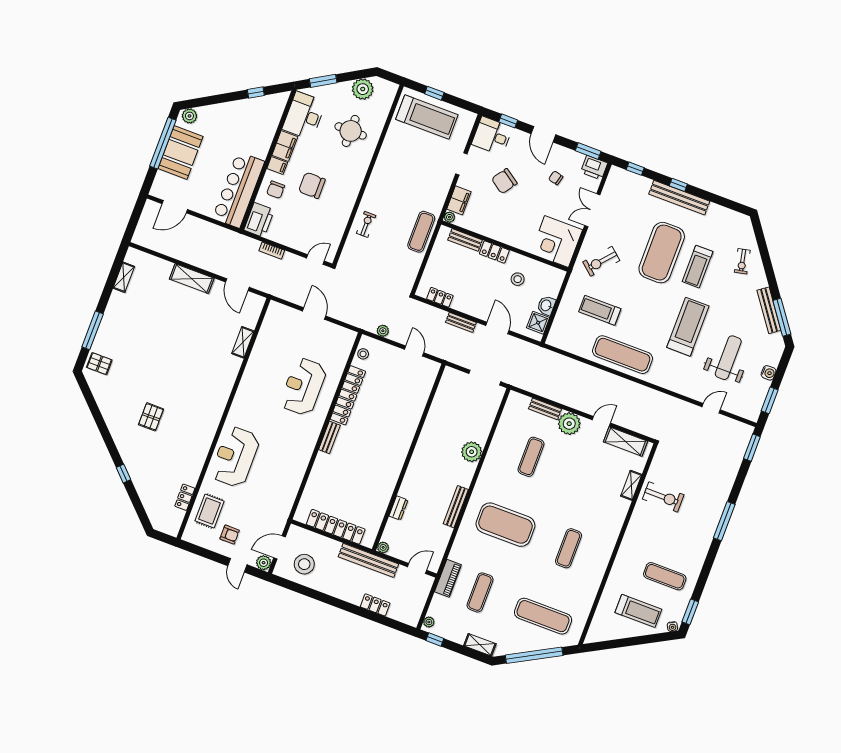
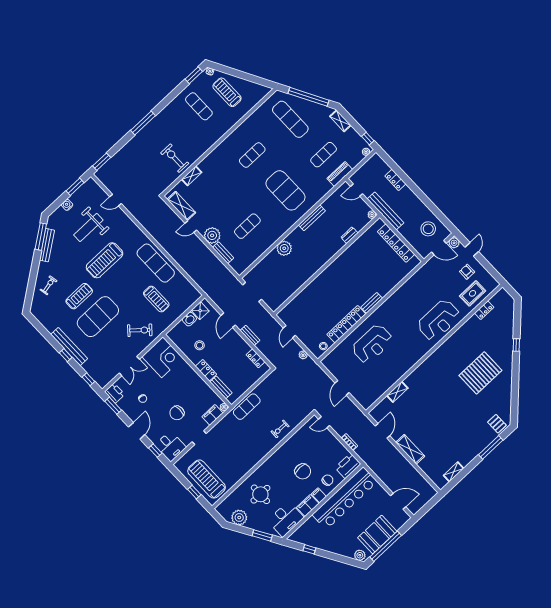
chair: (504, 181) -> (177, 413), turned 145
bar counter: (239, 190) -> (345, 498), width x1.36
pallet: (151, 417) -> (480, 373), width x2.05, depth x2.00

